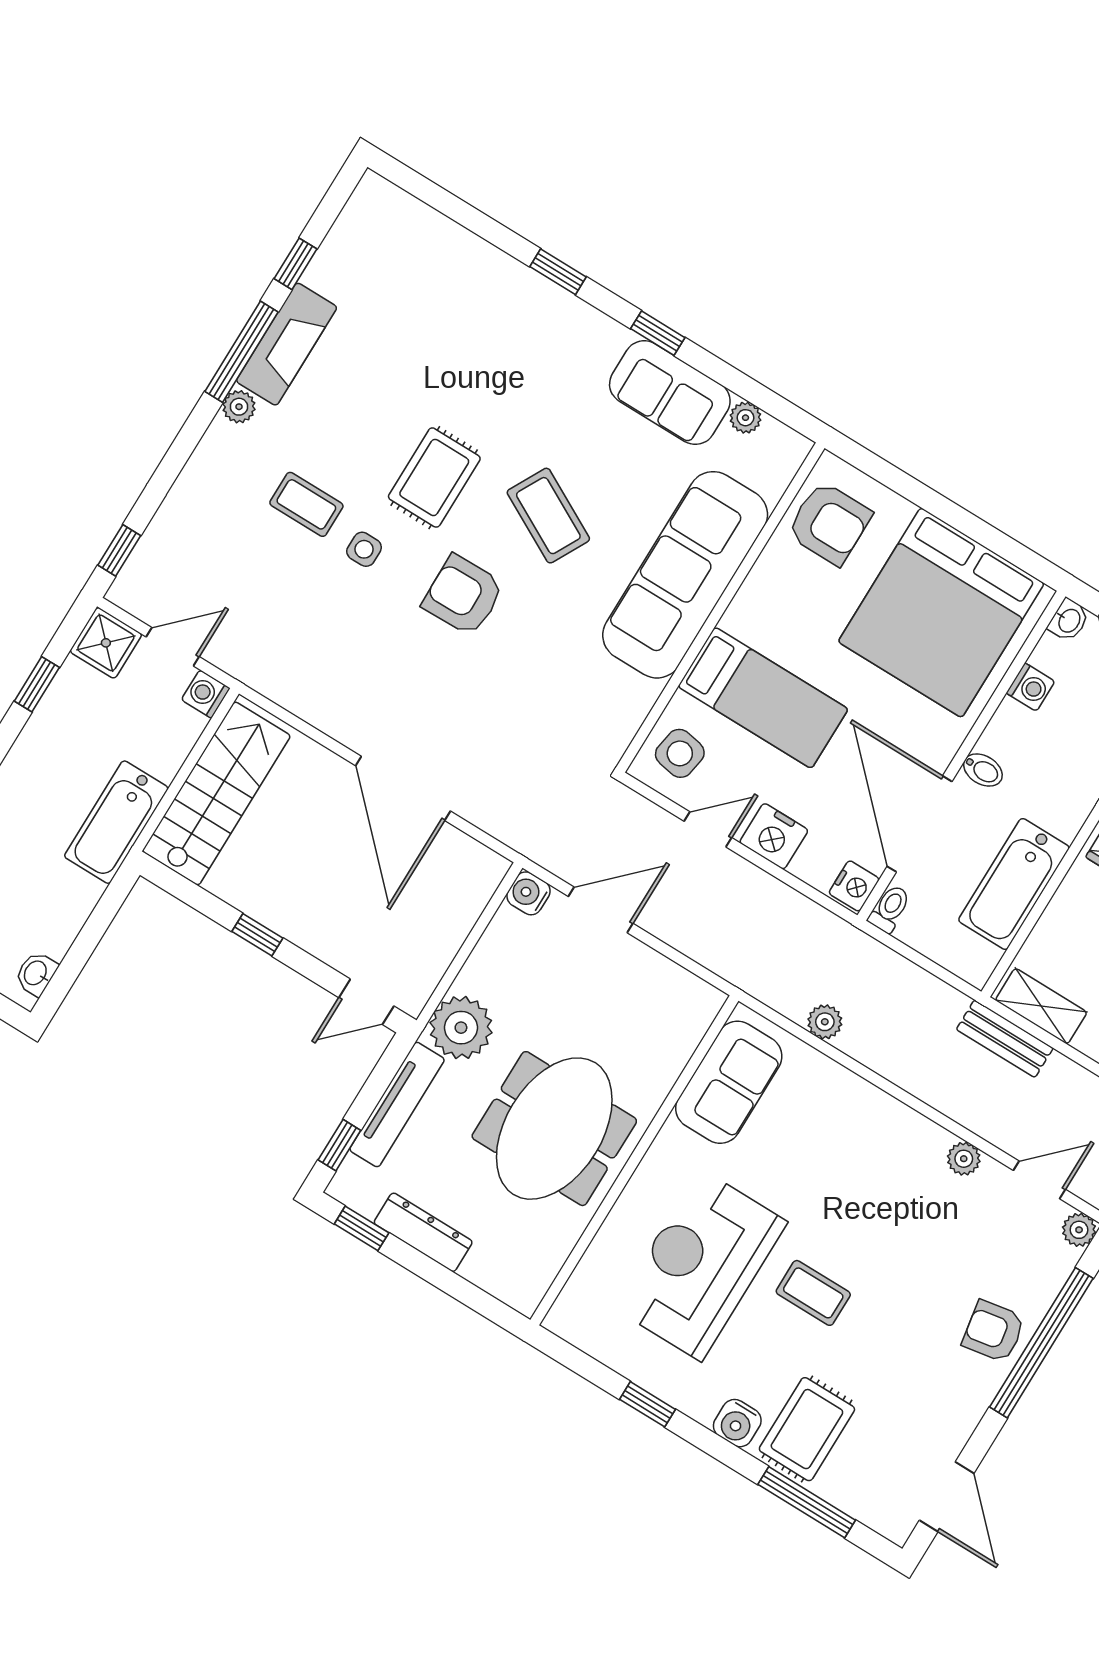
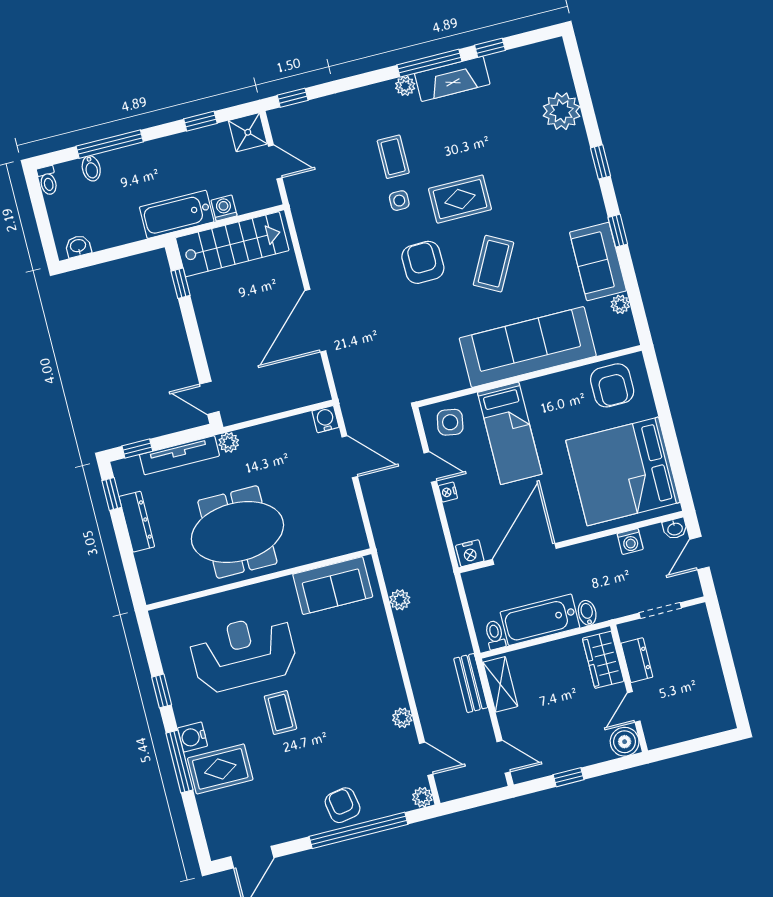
plant: (453, 256) -> (562, 111), added
washing machine: (206, 694) -> (224, 208), moved
bidet: (983, 770) -> (587, 613), moved, turned 180
nightstand: (774, 836) -> (448, 492), width x0.53, depth x0.56
toilet: (890, 909) -> (495, 635), moved, turned -90
window: (257, 935) -> (180, 283), moved
plant: (461, 1028) -> (229, 442), width x0.53, depth x0.53
window: (807, 1502) -> (179, 762), moved

